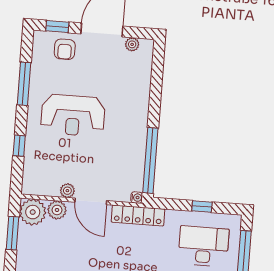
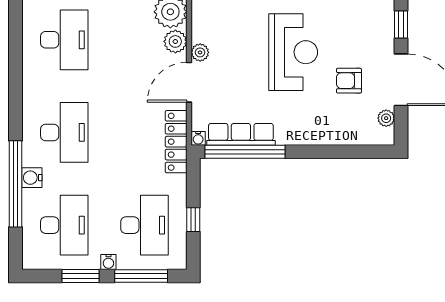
armchair: (65, 49) -> (349, 81), moved
reception desk: (73, 115) -> (293, 52), turned 180
row of seats: (136, 163) -> (241, 134), added

